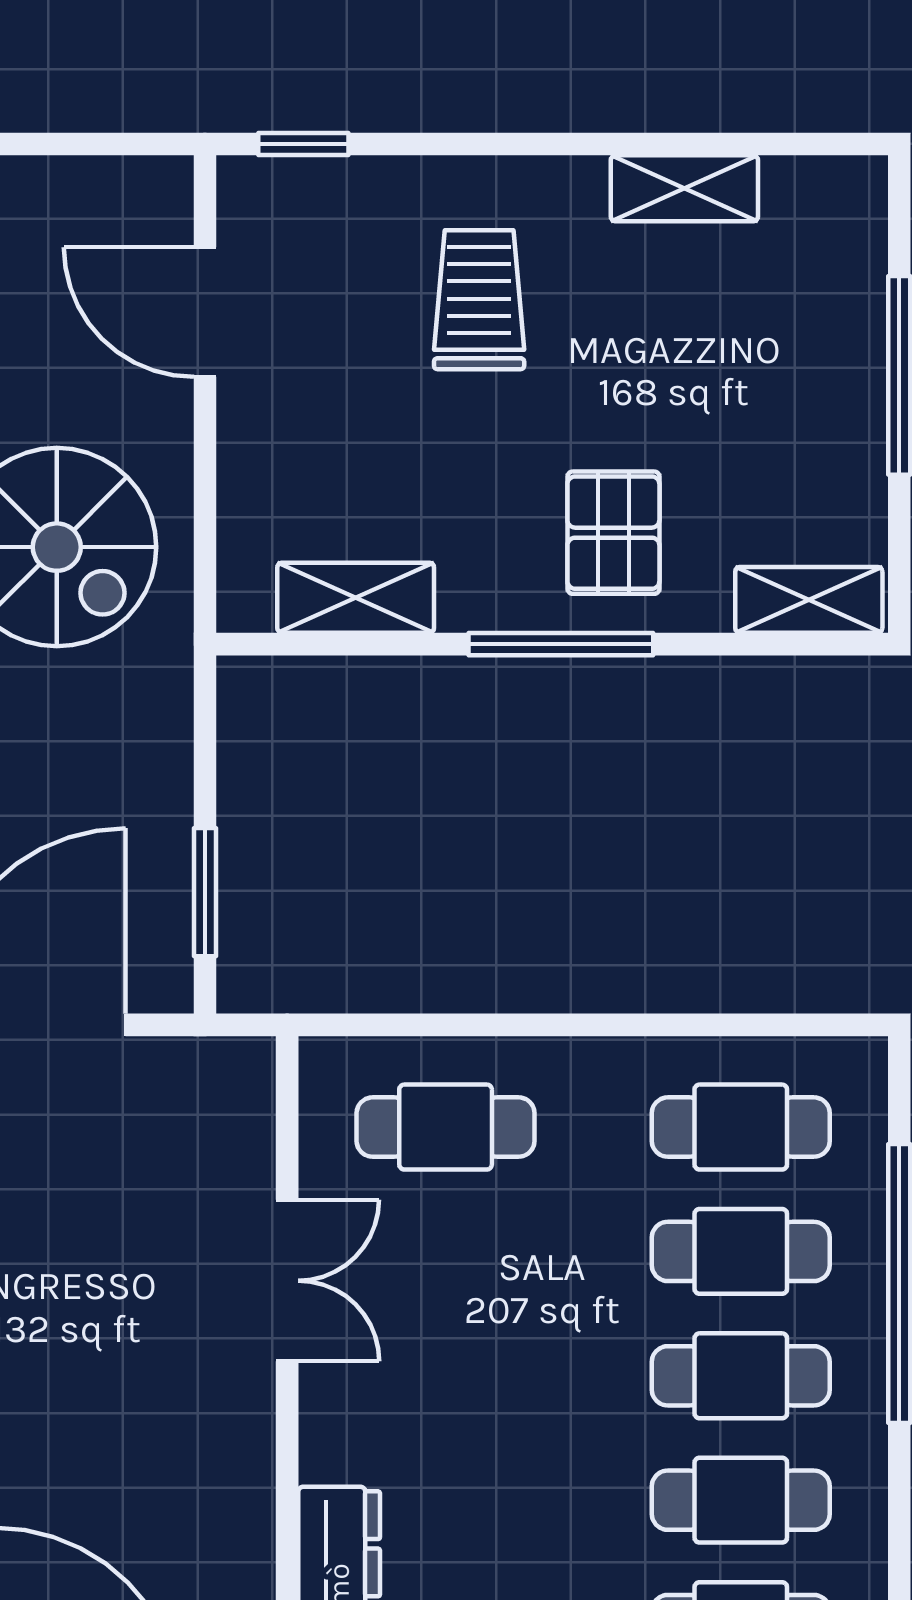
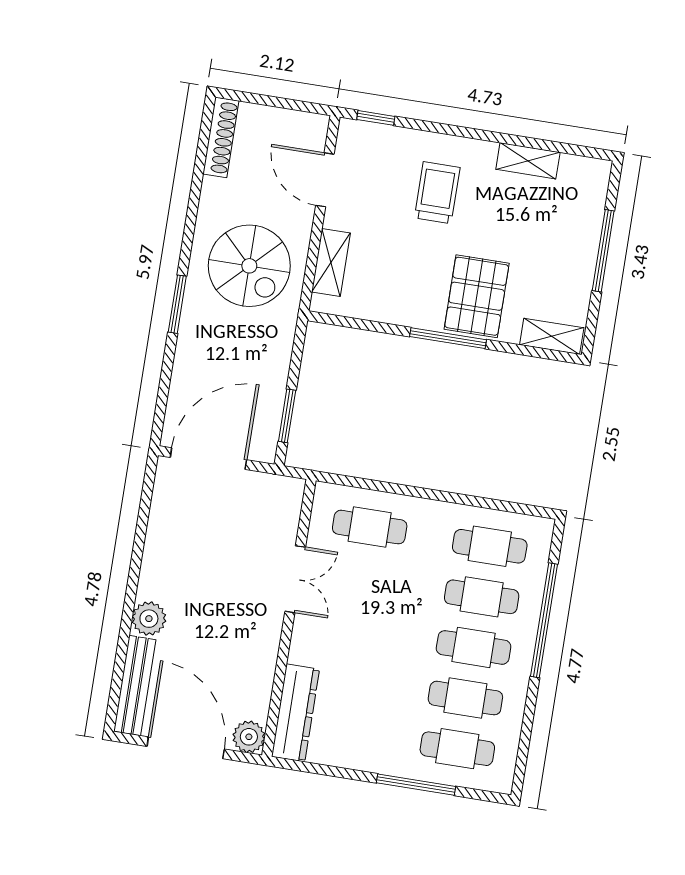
pallet: (613, 533) -> (477, 296), width x1.50, depth x1.42
shelving: (356, 598) -> (331, 262), moved, turned 90

